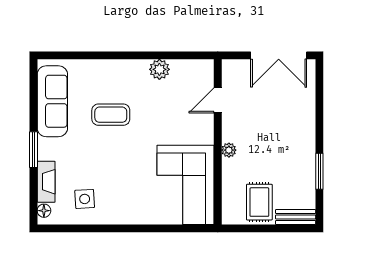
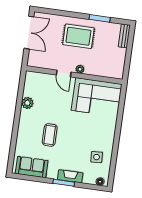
door: (218, 100) -> (64, 74), moved
sofa: (52, 101) -> (32, 167), width x0.73
fireplace: (46, 182) -> (70, 176), moved
rug: (259, 202) -> (78, 36), moved, width x1.36, depth x1.43

